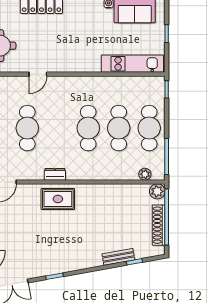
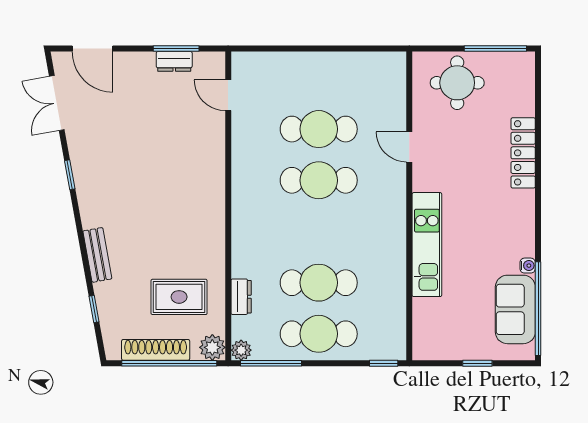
kitchen unit: (132, 64) -> (427, 245), moved
cafe table: (88, 128) -> (319, 180), moved
dresser: (55, 174) -> (241, 297), moved
plant: (145, 174) -> (241, 350), moved
rug: (58, 199) -> (179, 297), moved, turned 90
bench: (118, 257) -> (97, 255), moved

